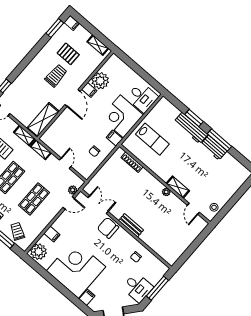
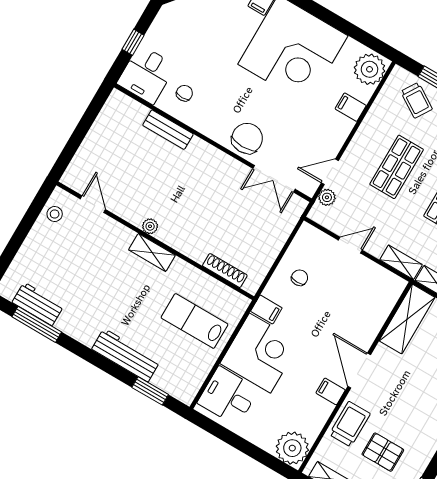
trolley: (56, 76) -> (350, 424), moved, turned 180
plant: (100, 81) -> (292, 448), moved
window: (194, 118) -> (150, 391), moved
window: (219, 140) -> (37, 324), moved
workbench: (214, 148) -> (38, 304), moved
door: (65, 163) -> (350, 245), swing flipped
shelving: (178, 187) -> (152, 252), moved
bench: (131, 225) -> (168, 130), moved
chair: (108, 228) -> (247, 138), turned -90
desk: (138, 287) -> (146, 74), moved, turned -90
window: (157, 288) -> (133, 42), width x0.46

